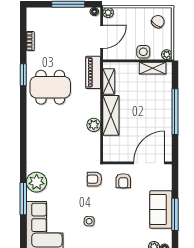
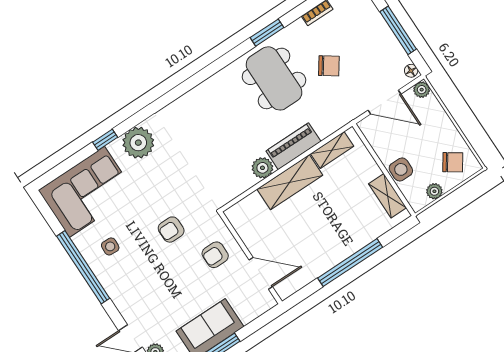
chair: (63, 54) -> (329, 66), added
plant: (167, 55) -> (434, 191), moved
piano: (93, 72) -> (293, 146), moved
door: (149, 163) -> (261, 273), width x0.73
armchair: (94, 179) -> (171, 230), moved, turned -90
window: (23, 199) -> (105, 140), width x0.46
side table: (89, 221) -> (110, 246), moved

